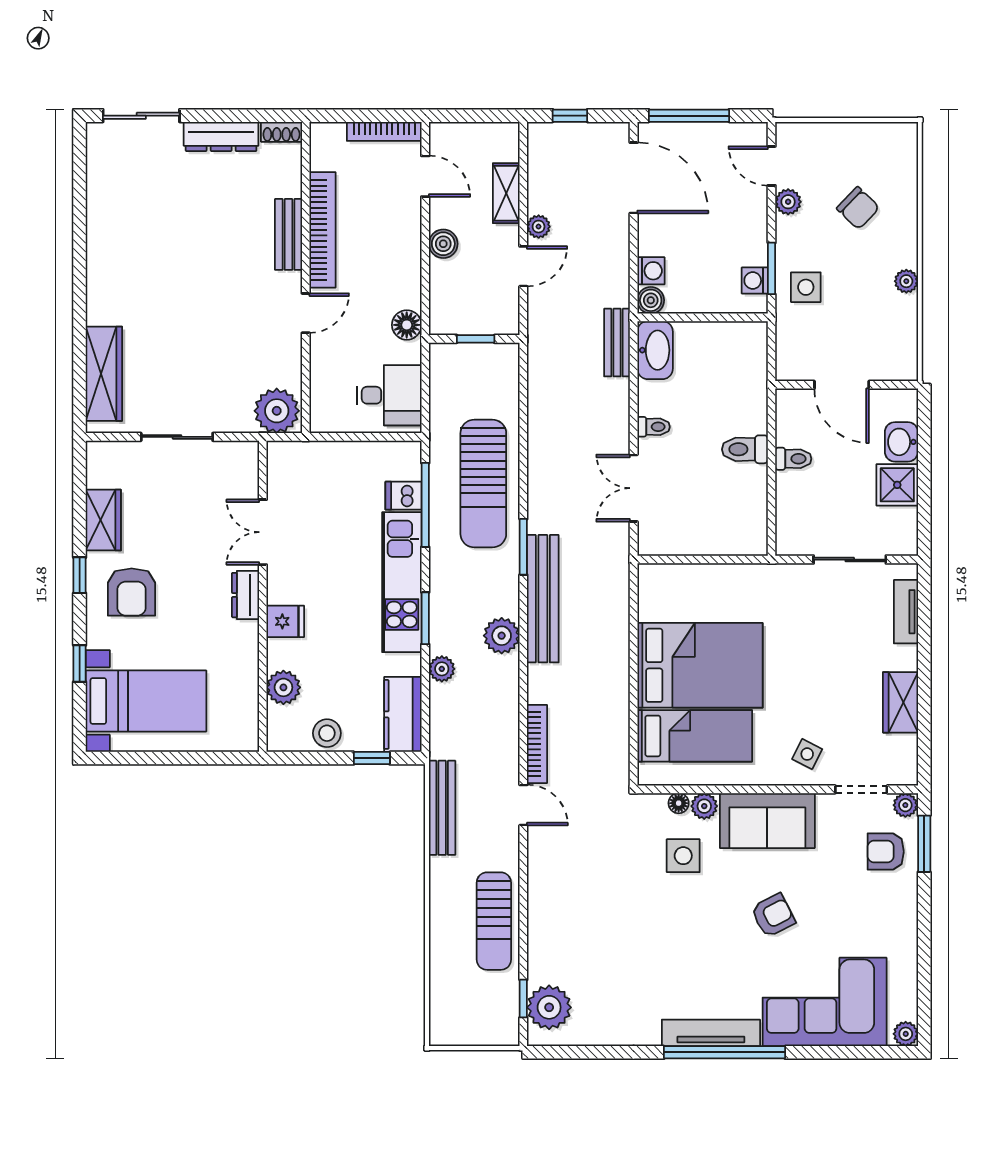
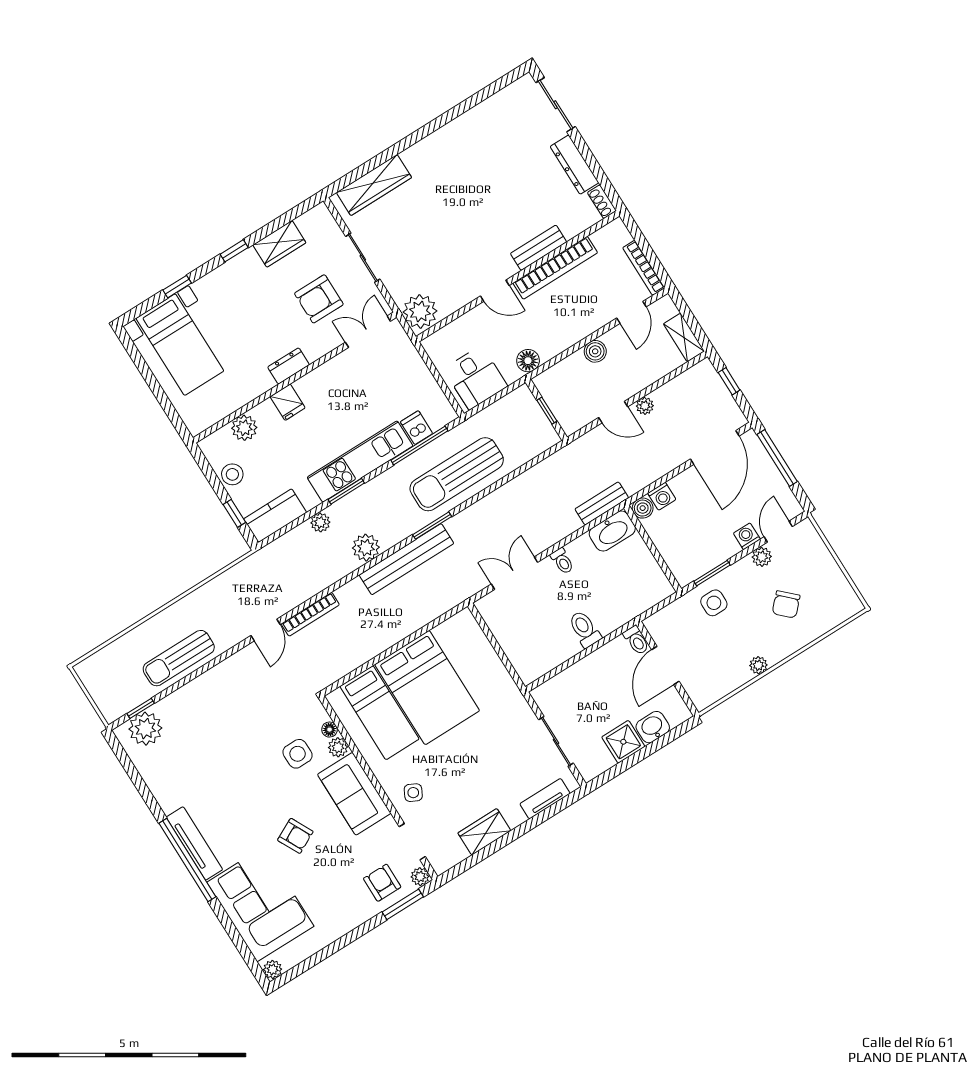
shelving: (506, 193) -> (684, 337), moved, turned 90
washing machine: (755, 281) -> (747, 536), moved
toilet: (793, 459) -> (636, 640), moved
double door: (263, 532) -> (368, 332), moved
armchair: (132, 592) -> (319, 299), moved
bench: (442, 808) -> (231, 579), removed

